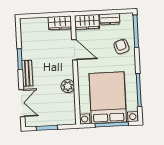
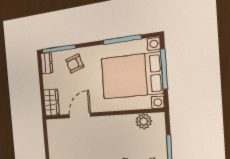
dresser: (110, 19) -> (47, 63), moved
wardrobe: (60, 23) -> (53, 131), removed
plant: (68, 86) -> (144, 121), moved

